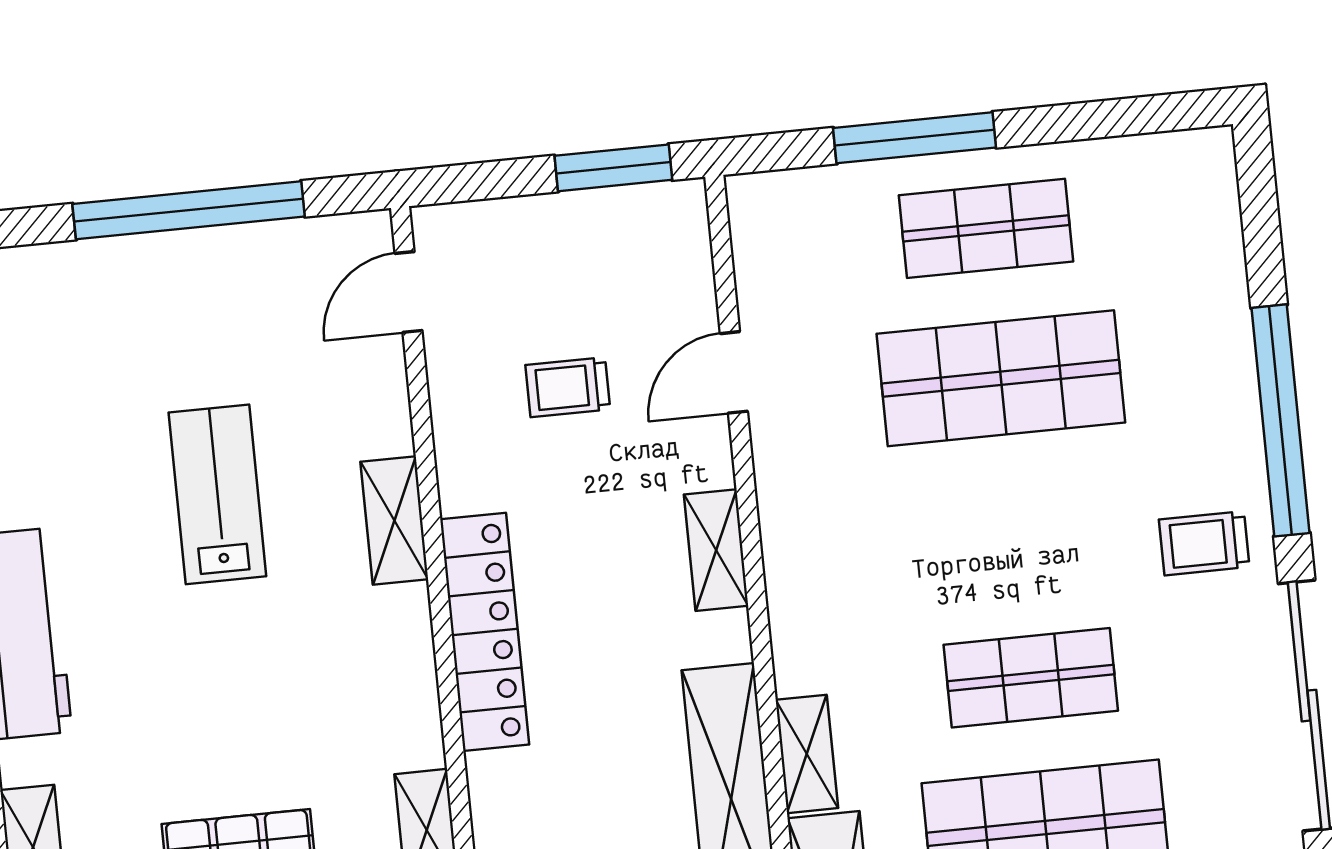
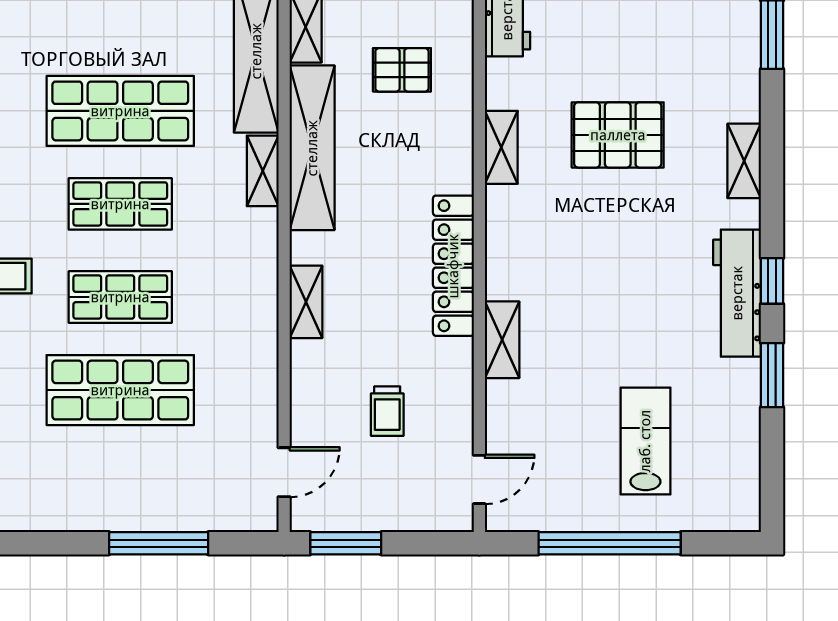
shop shelf: (986, 228) -> (120, 297), moved
door: (734, 372) -> (284, 472), moved
trolley: (568, 387) -> (387, 411), turned 90
lab bench: (217, 494) -> (645, 441), moved, turned 180

